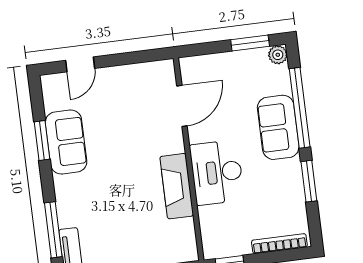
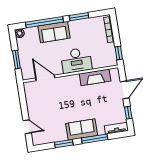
window: (250, 43) -> (16, 59), moved
sofa: (66, 142) -> (82, 129), moved
fireplace: (177, 186) -> (95, 77), moved
window: (53, 230) -> (95, 139), moved

